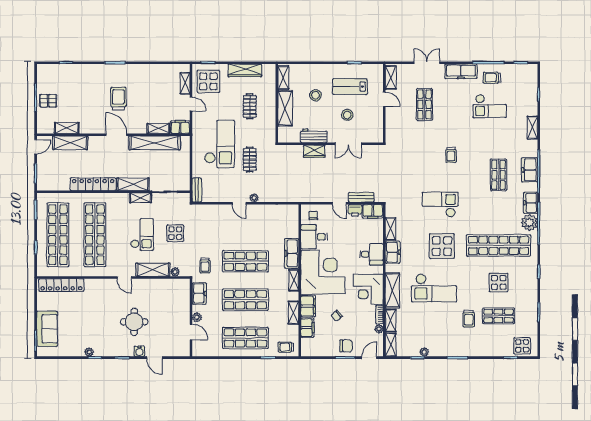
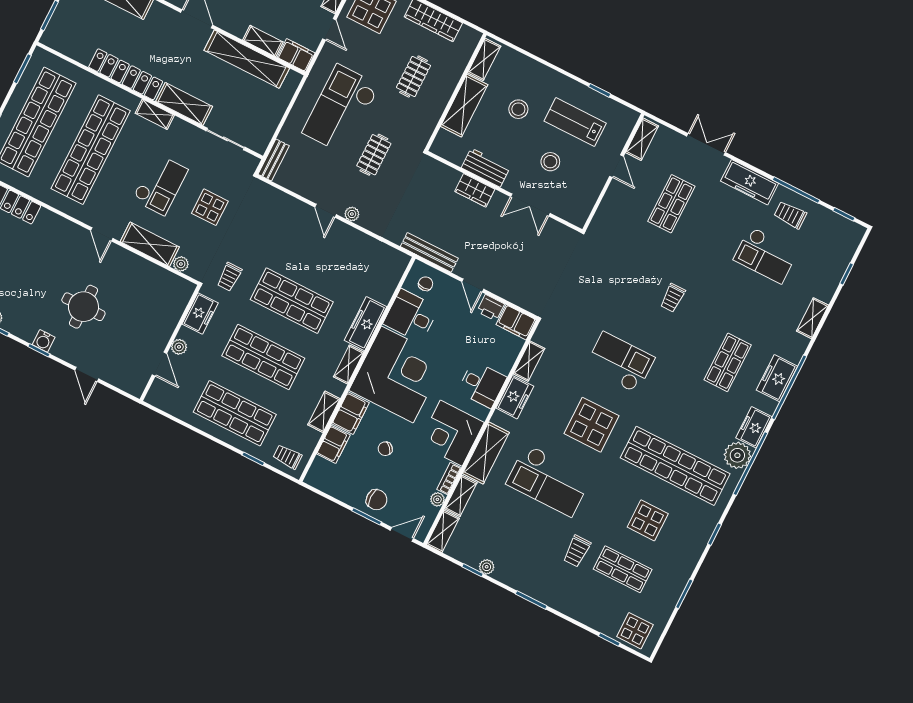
checkout: (219, 144) -> (341, 109), turned 180
bench: (361, 197) -> (429, 252), moved, width x1.36
shelving: (141, 198) -> (155, 114), moved
water cooler: (139, 351) -> (44, 341), moved

